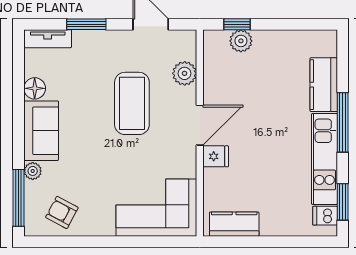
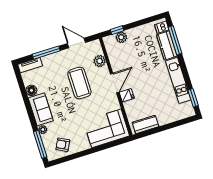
window: (86, 24) -> (46, 53), width x1.44
window: (343, 122) -> (175, 40), moved
dishwasher: (325, 216) -> (162, 27), moved

